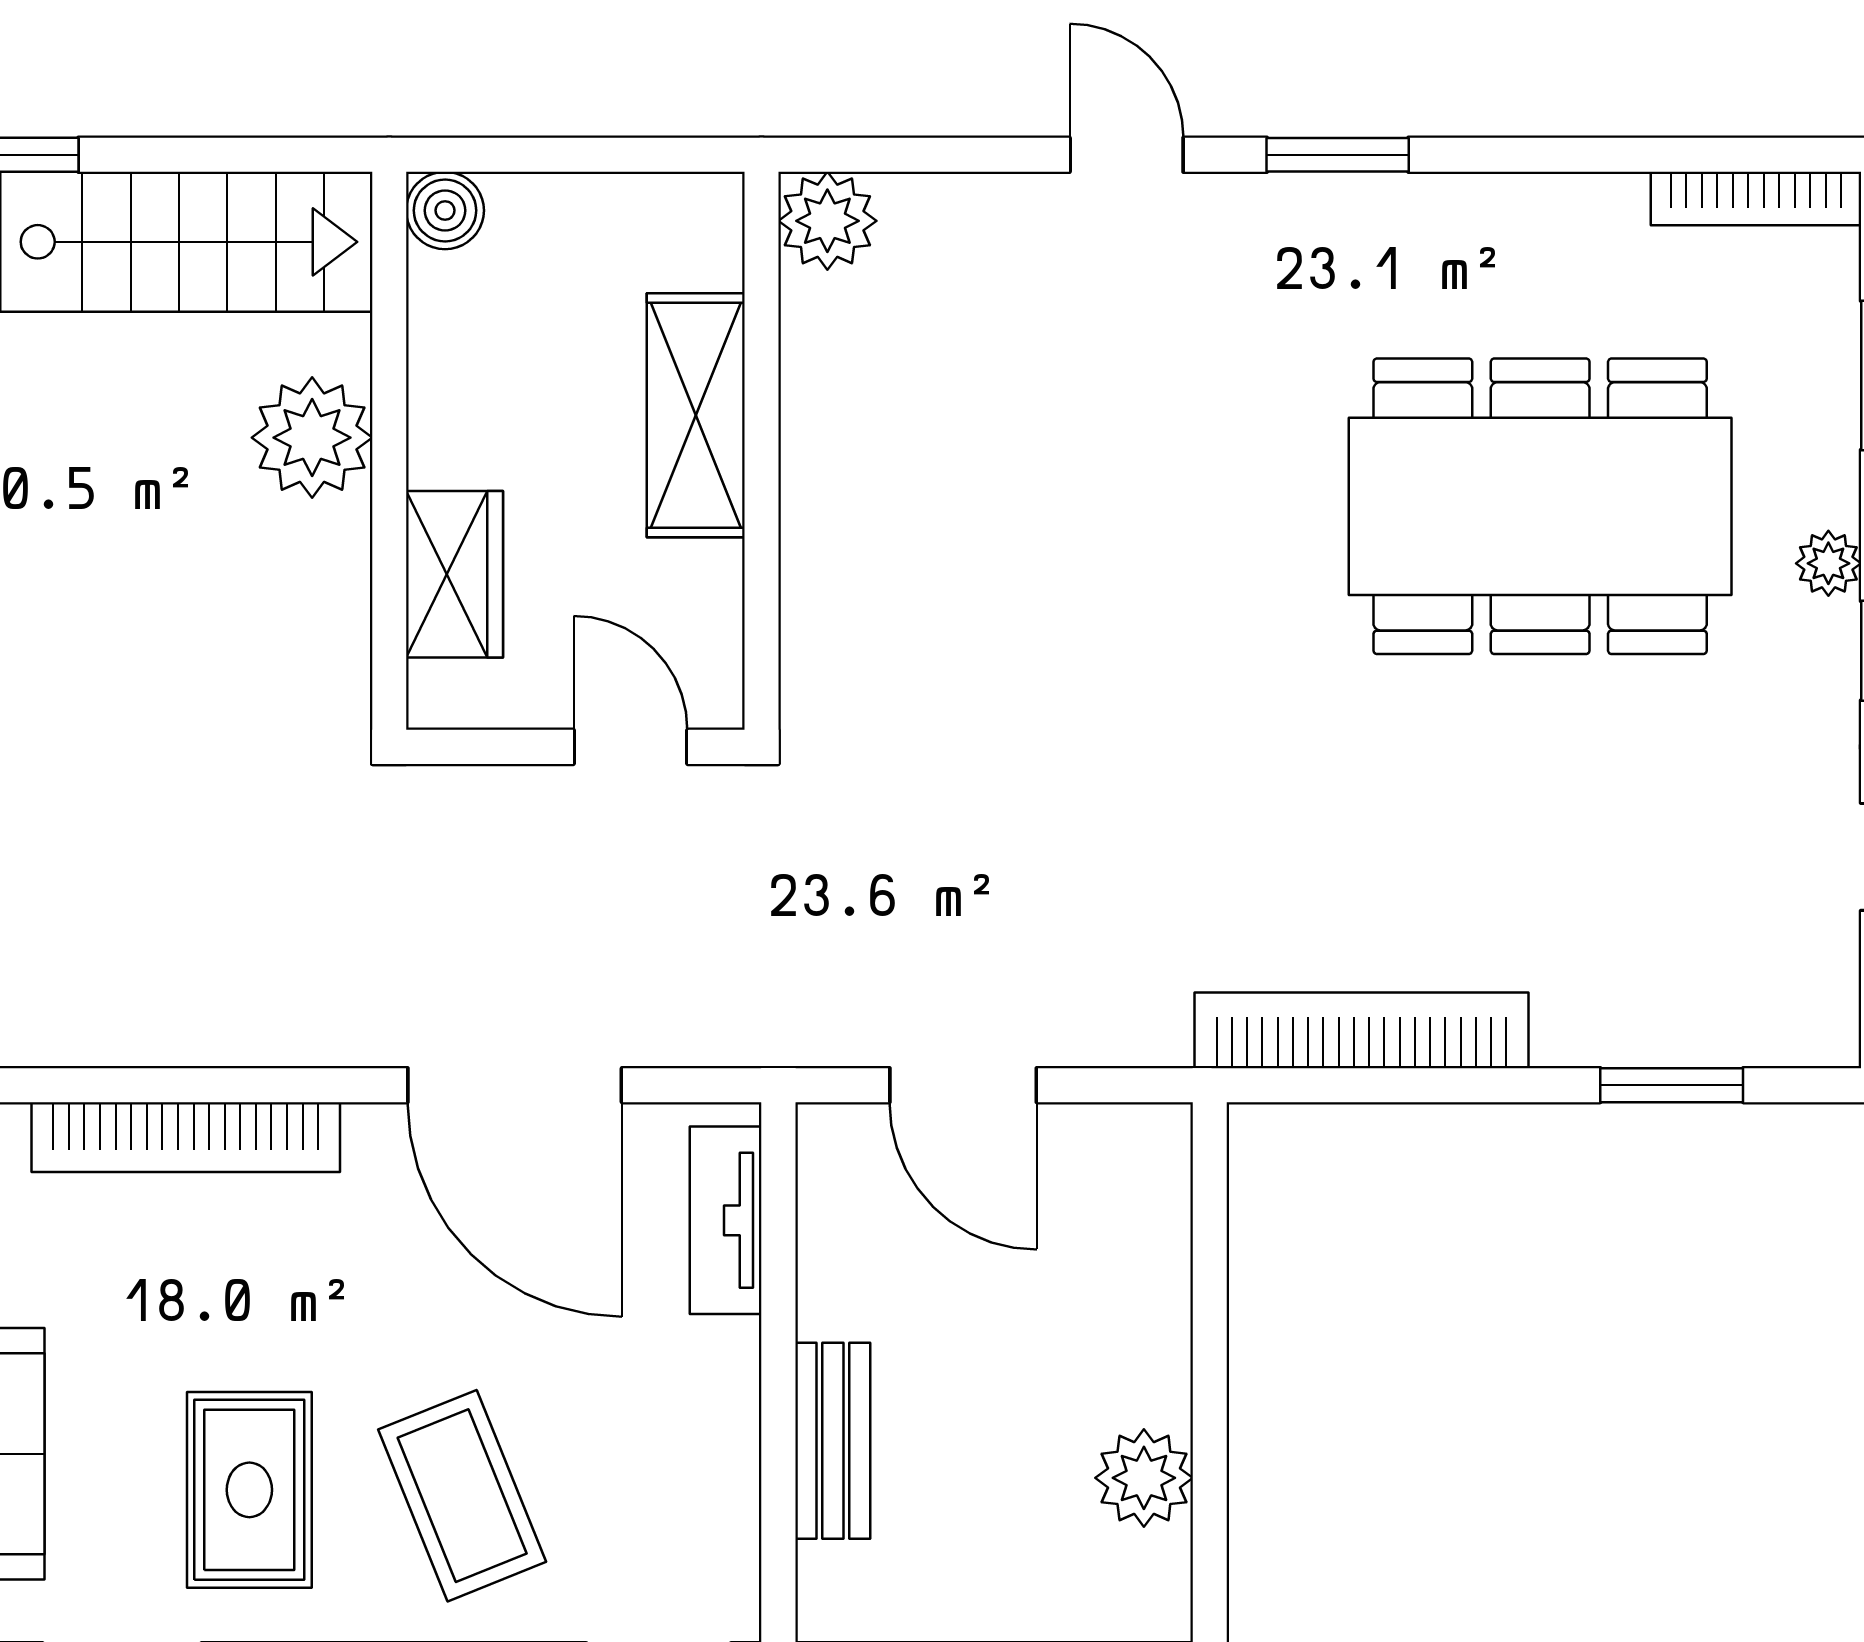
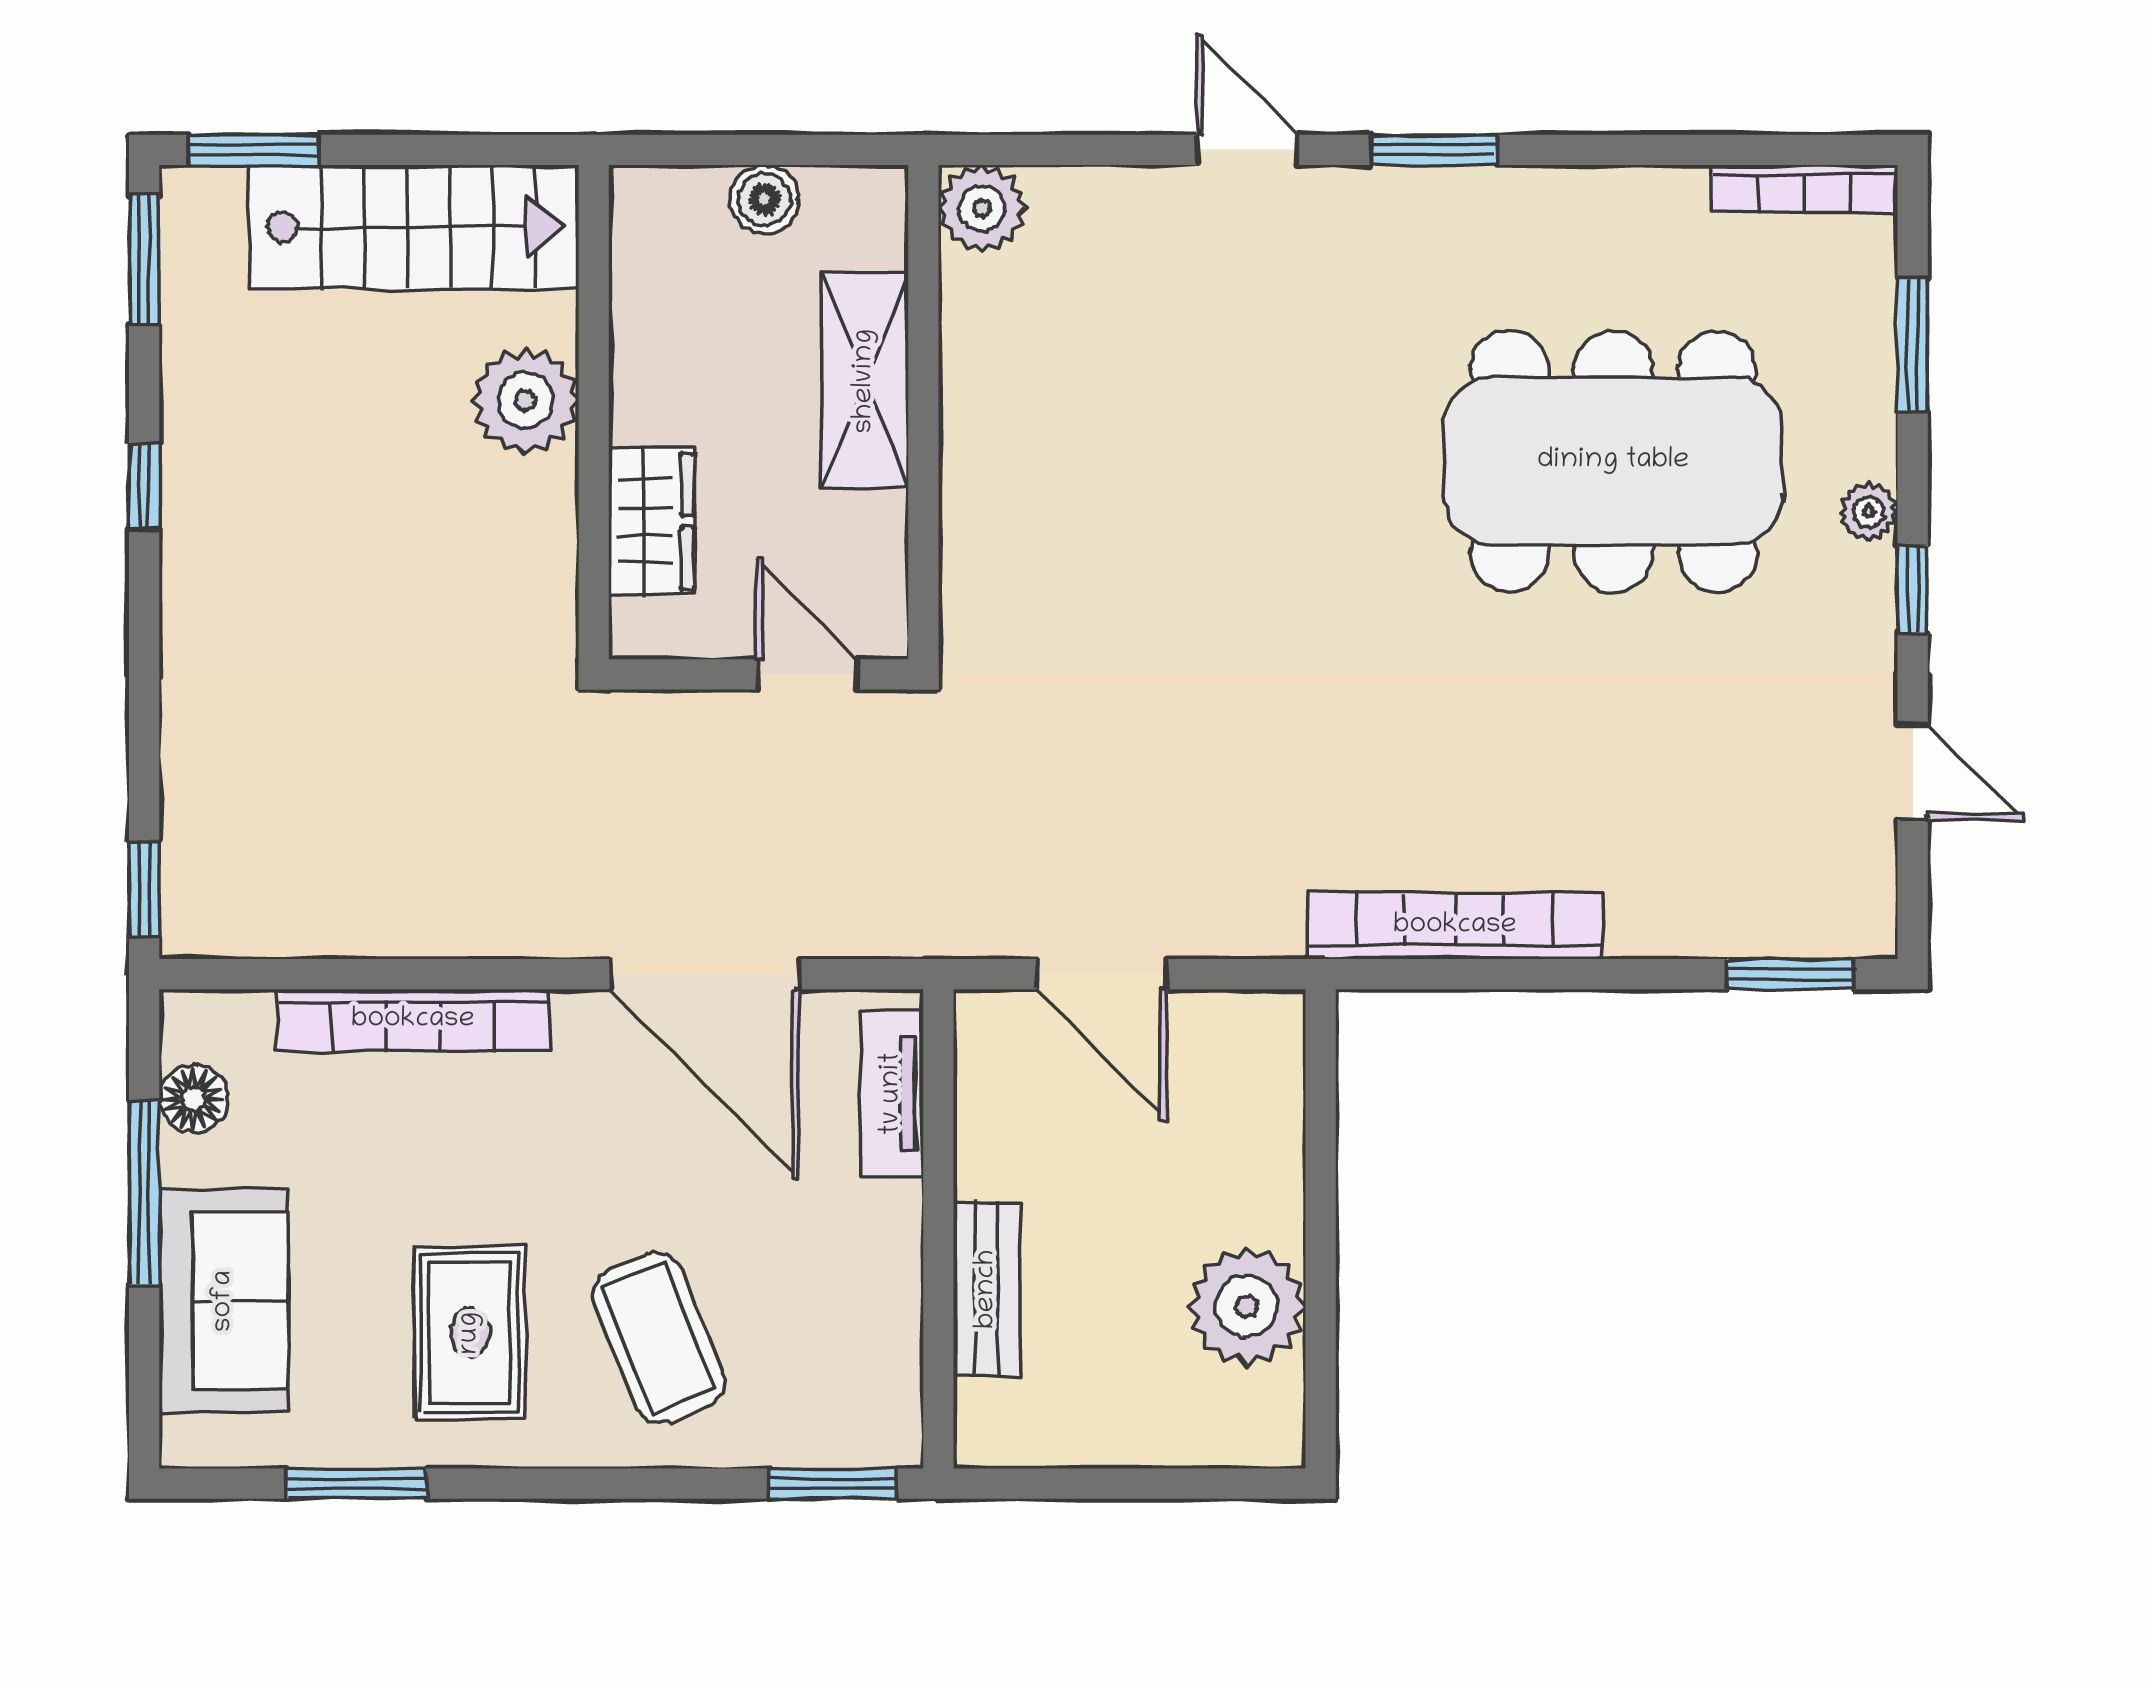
boiler: (445, 210) -> (764, 199), moved
window: (1672, 1085) -> (1790, 974), moved
plant: (1144, 1478) -> (1247, 1306), width x1.36, depth x1.36

